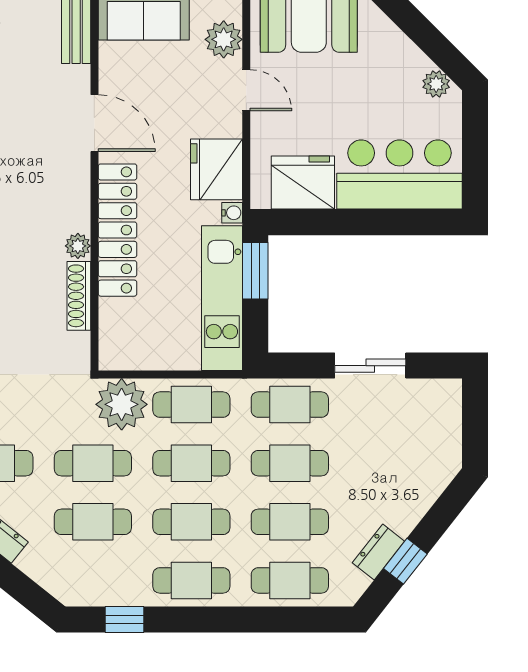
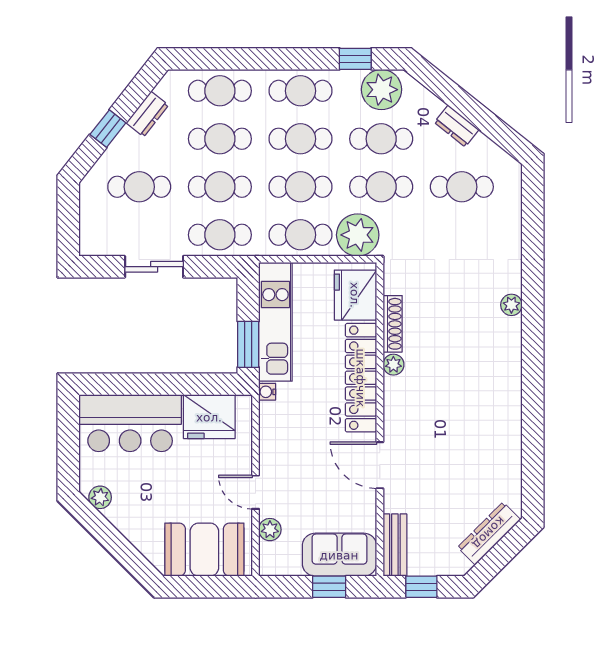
plant: (224, 39) -> (270, 530), width x0.73, depth x0.73
fridge: (217, 169) -> (355, 295), moved, turned 180
cafe table: (388, 463) -> (139, 187), added
window: (405, 561) -> (108, 129), moved
plant: (92, 582) -> (382, 90), added

